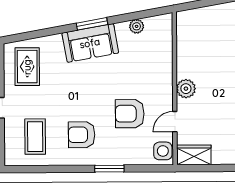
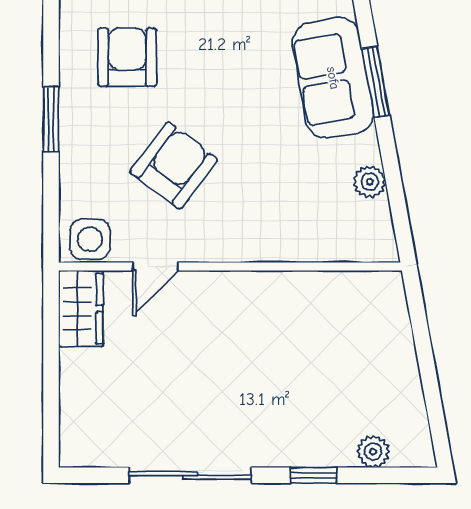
plant: (186, 89) -> (229, 292), removed
armchair: (130, 114) -> (174, 166), turned 37
door: (175, 122) -> (155, 266), swing flipped

